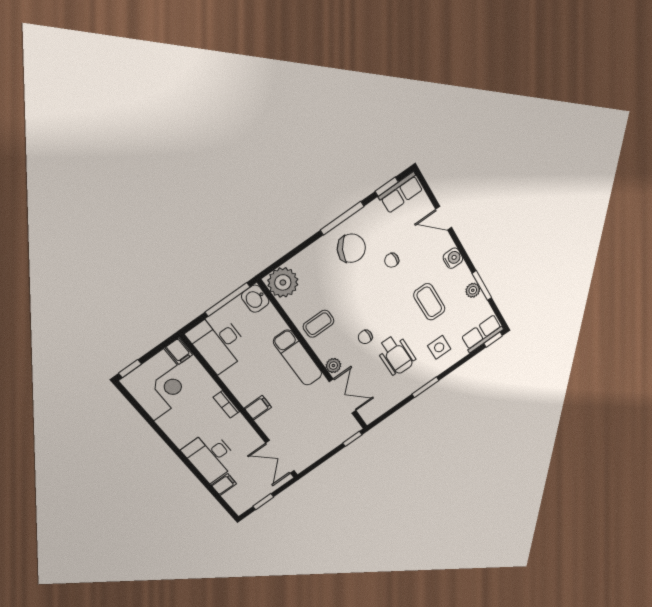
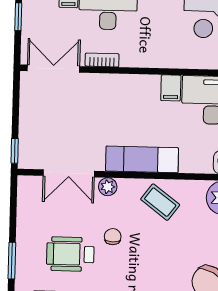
coffee table: (318, 324) -> (160, 202), turned -53
bookcase: (226, 404) -> (102, 60), moved
filing cabinet: (258, 408) -> (171, 88), moved

